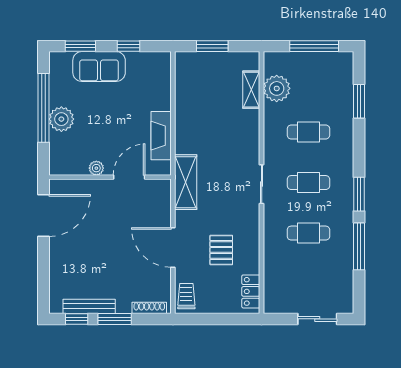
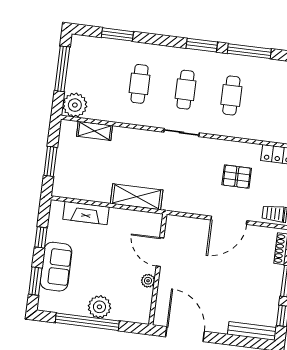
plant: (277, 88) -> (75, 105), moved
fireplace: (161, 136) -> (86, 213), moved
shelving: (186, 182) -> (137, 197), moved
bench: (89, 306) -> (252, 331), moved, turned 90

